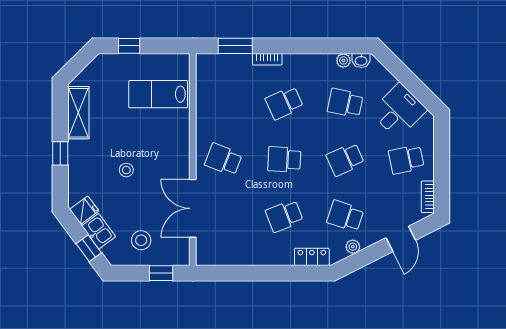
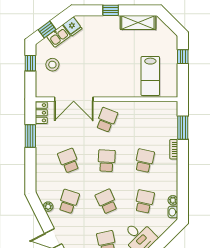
lab bench: (158, 94) -> (150, 76), turned 180
school desk: (284, 103) -> (144, 161), turned 36
stool: (126, 170) -> (99, 55), removed
double door: (193, 208) -> (74, 99), swing flipped
locker: (312, 257) -> (41, 113), moved
window: (161, 273) -> (30, 63), moved
window: (248, 273) -> (30, 136), added

